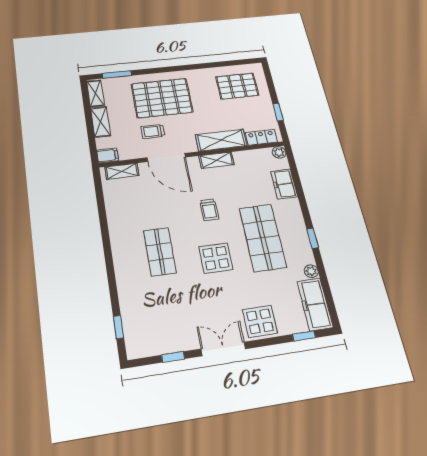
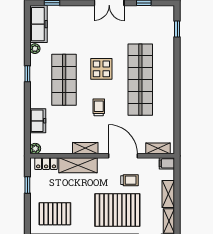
shop shelf: (160, 252) -> (140, 80), width x2.00, depth x1.36
display table: (260, 321) -> (80, 18), removed

